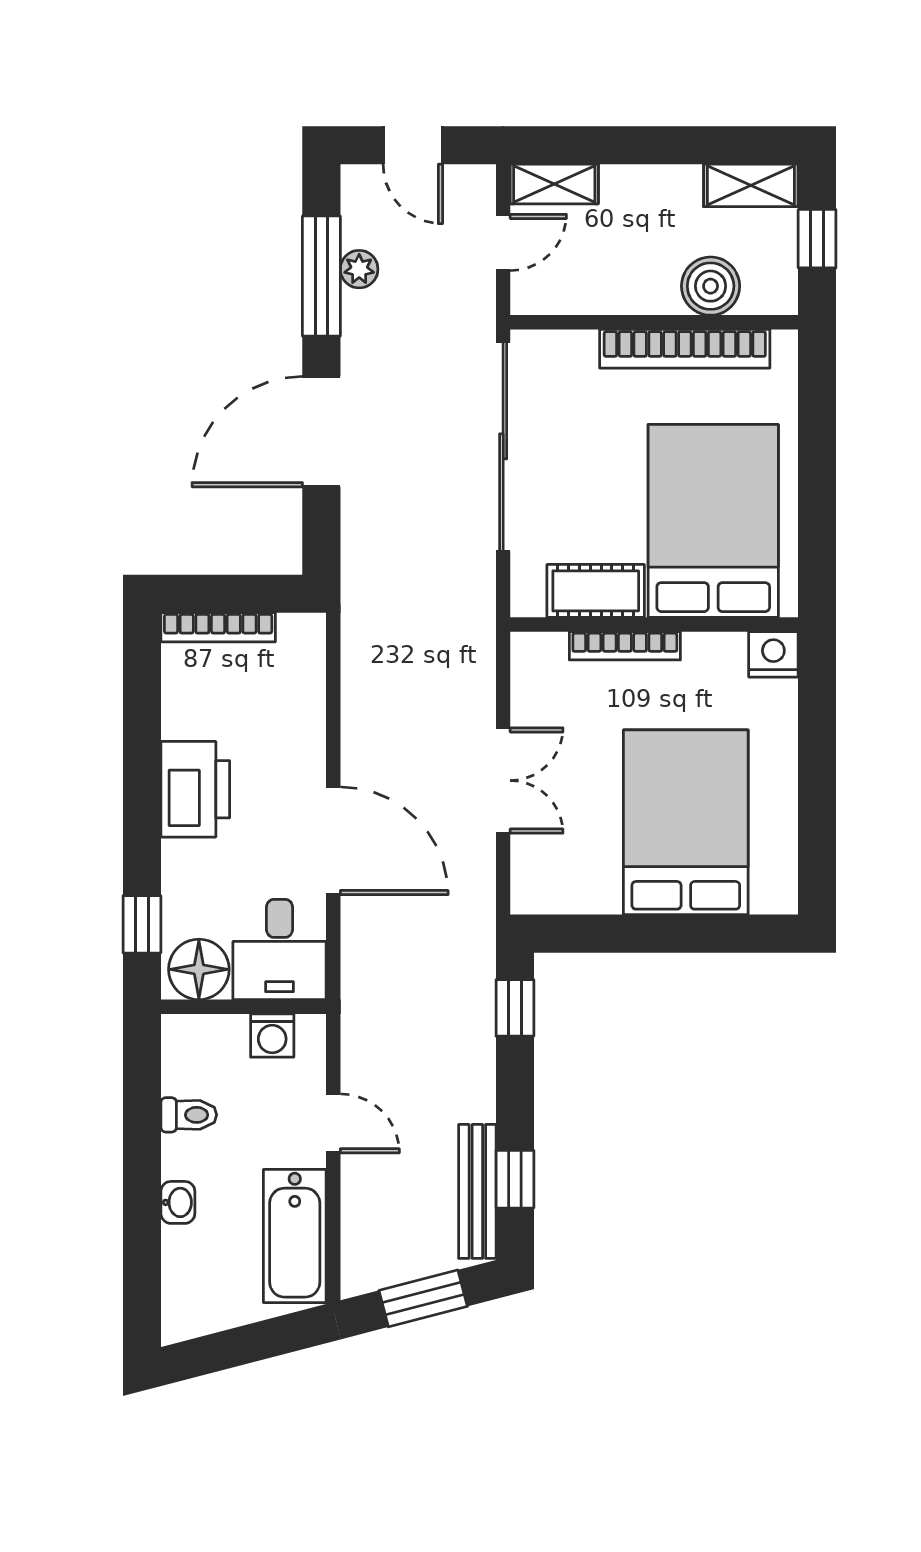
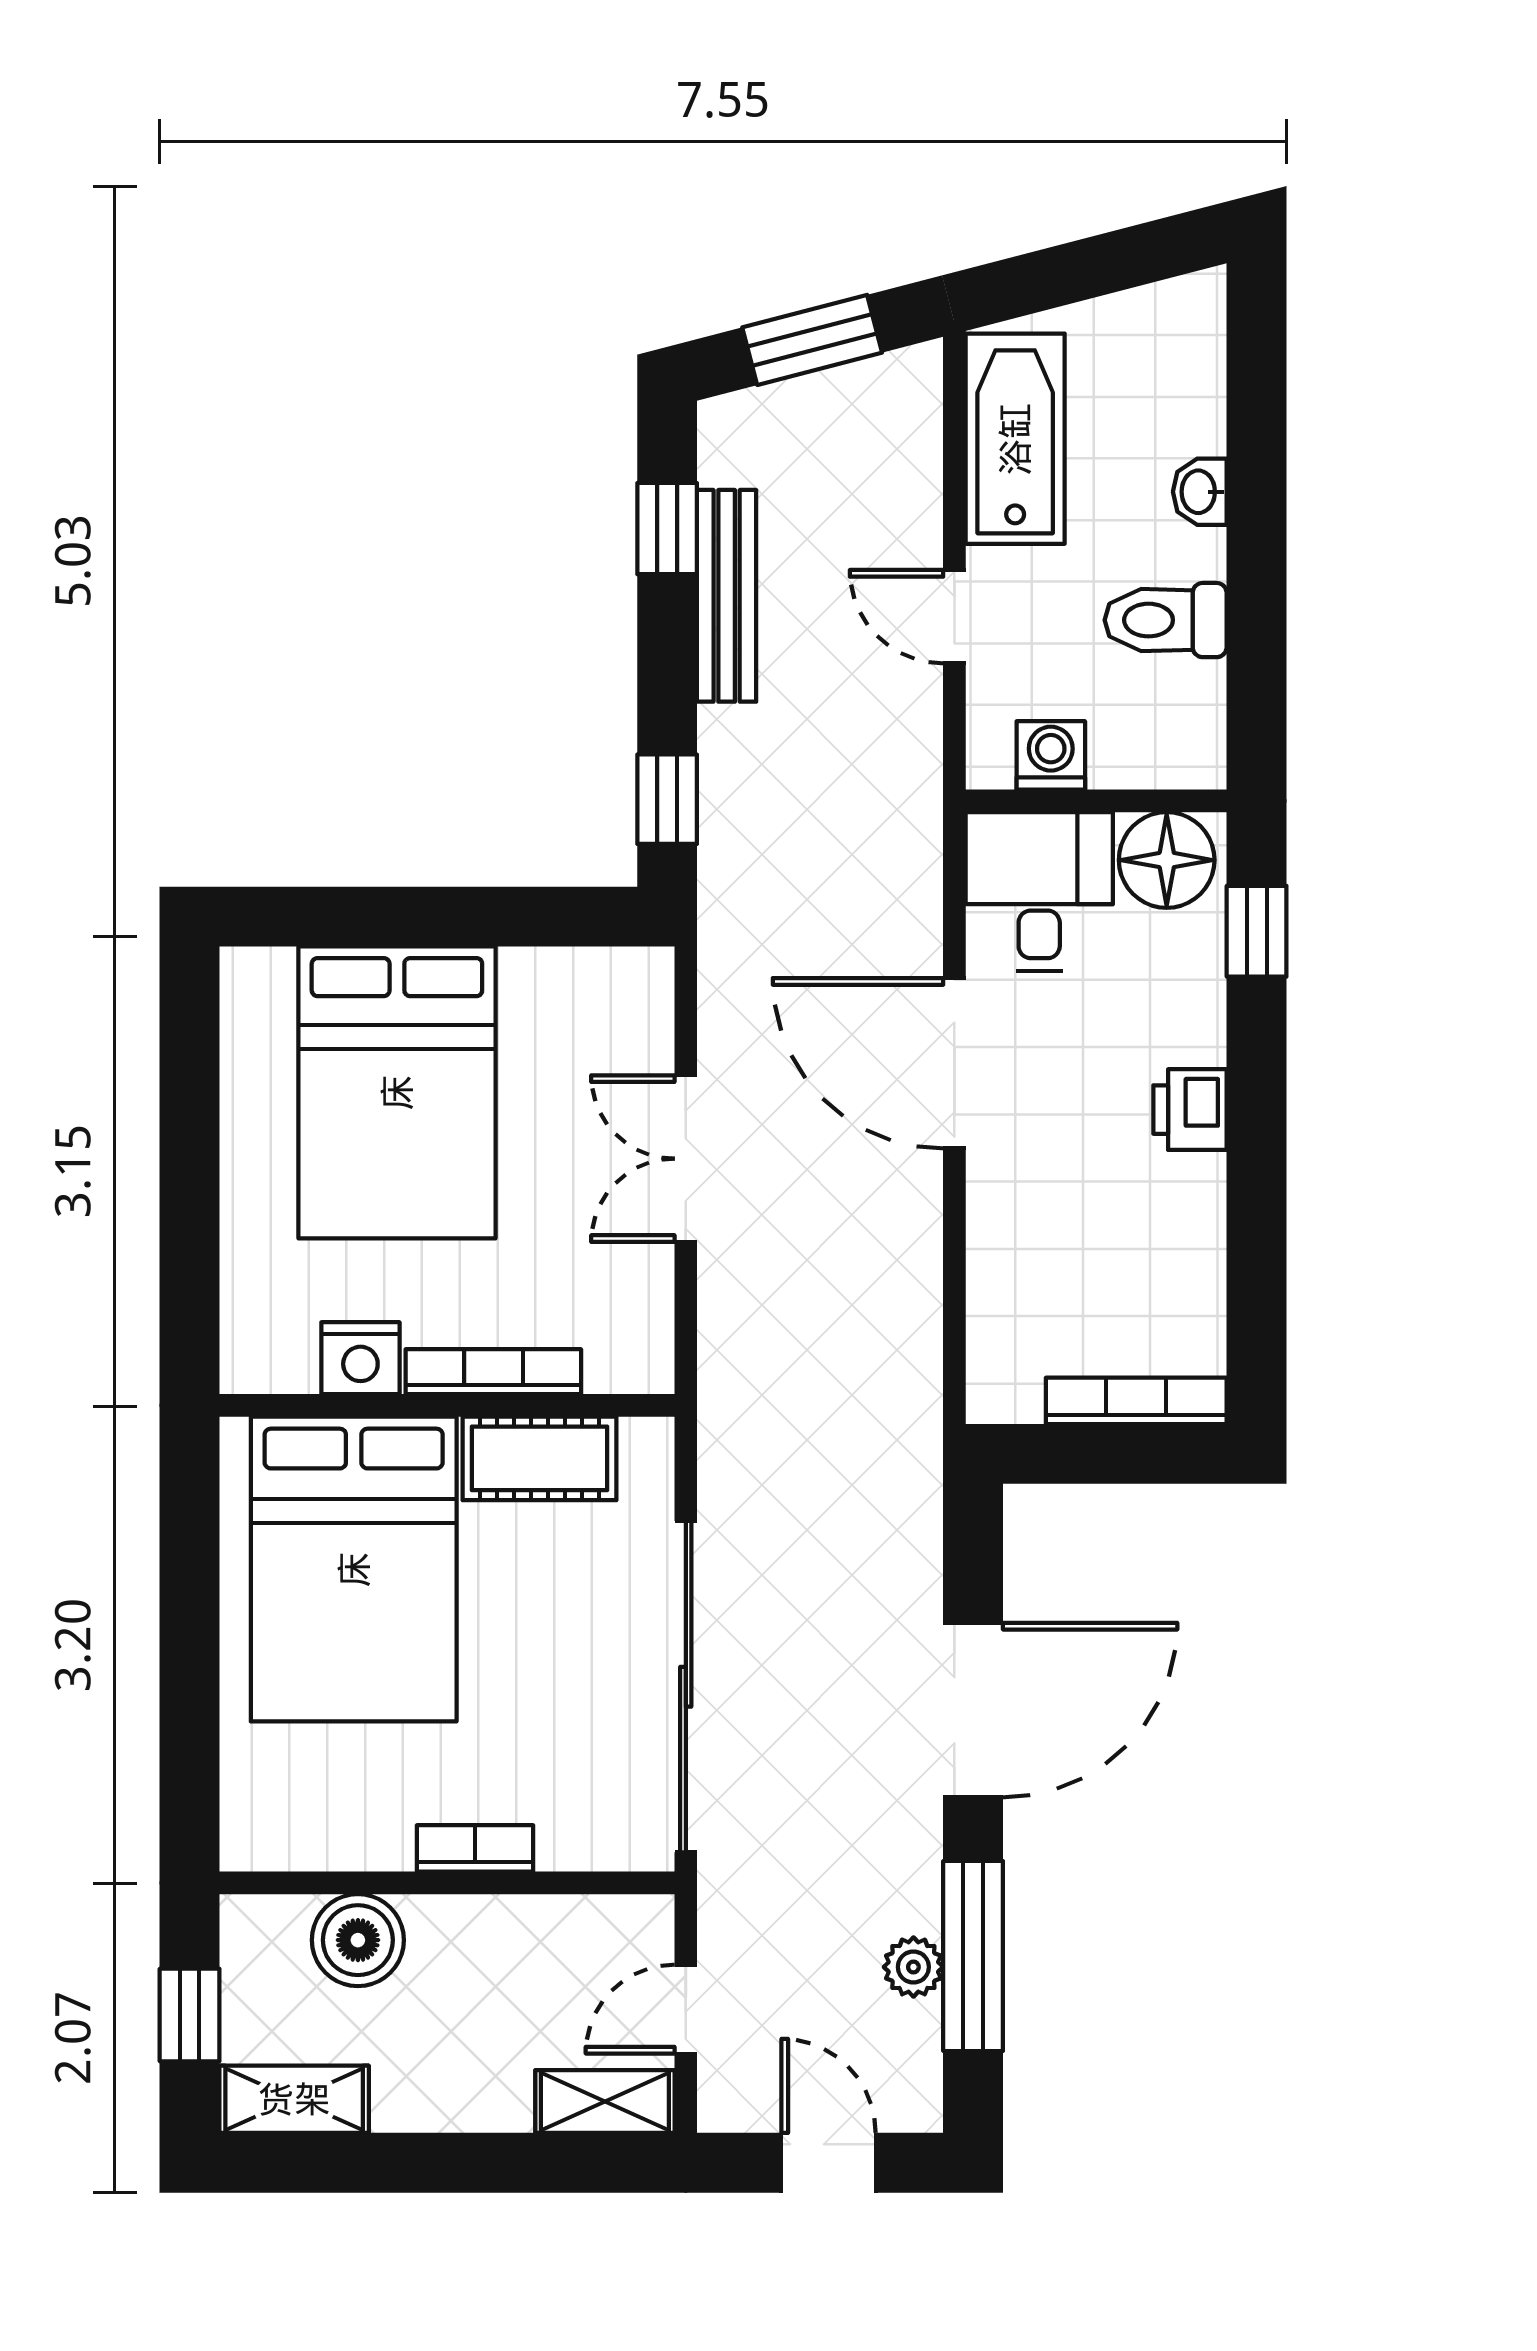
bookcase: (685, 349) -> (475, 1848), width x0.43, depth x0.76
nightstand: (773, 654) -> (360, 1358), moved
printer: (195, 789) -> (1190, 1110), width x0.53, depth x0.68
toilet: (189, 1115) -> (1166, 620), width x1.37, depth x1.39
bench: (477, 1191) -> (727, 596), moved

